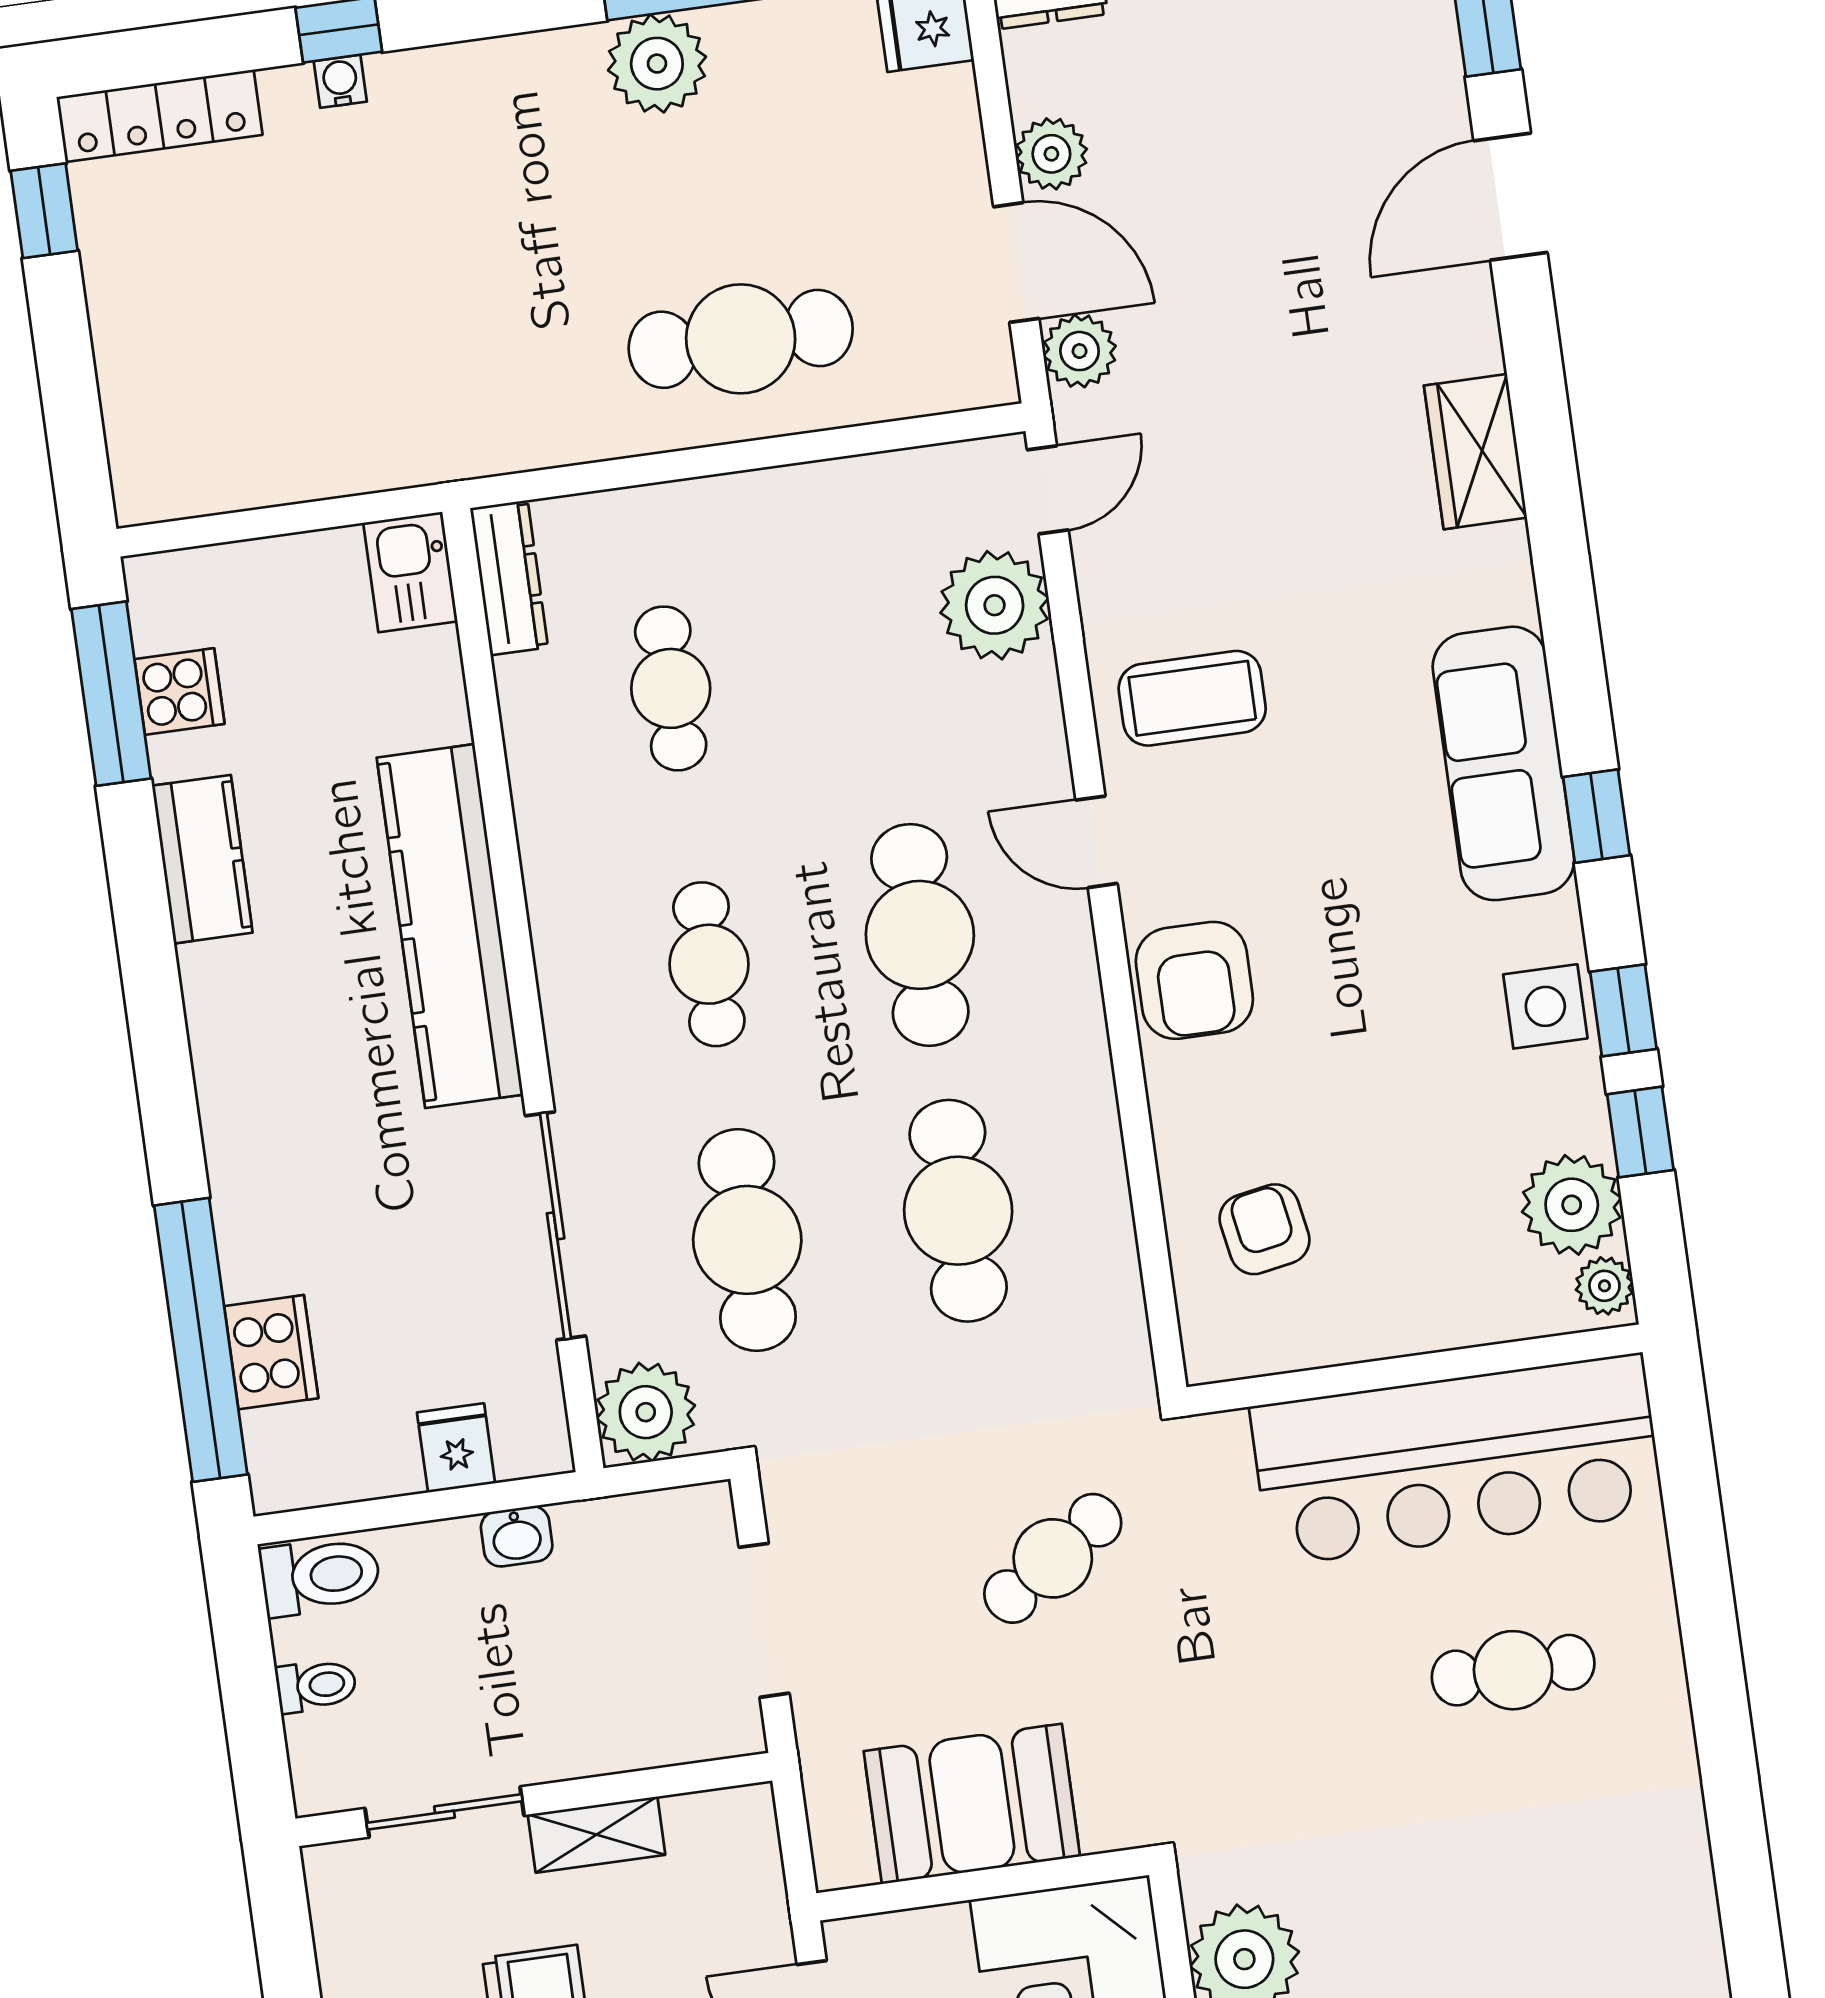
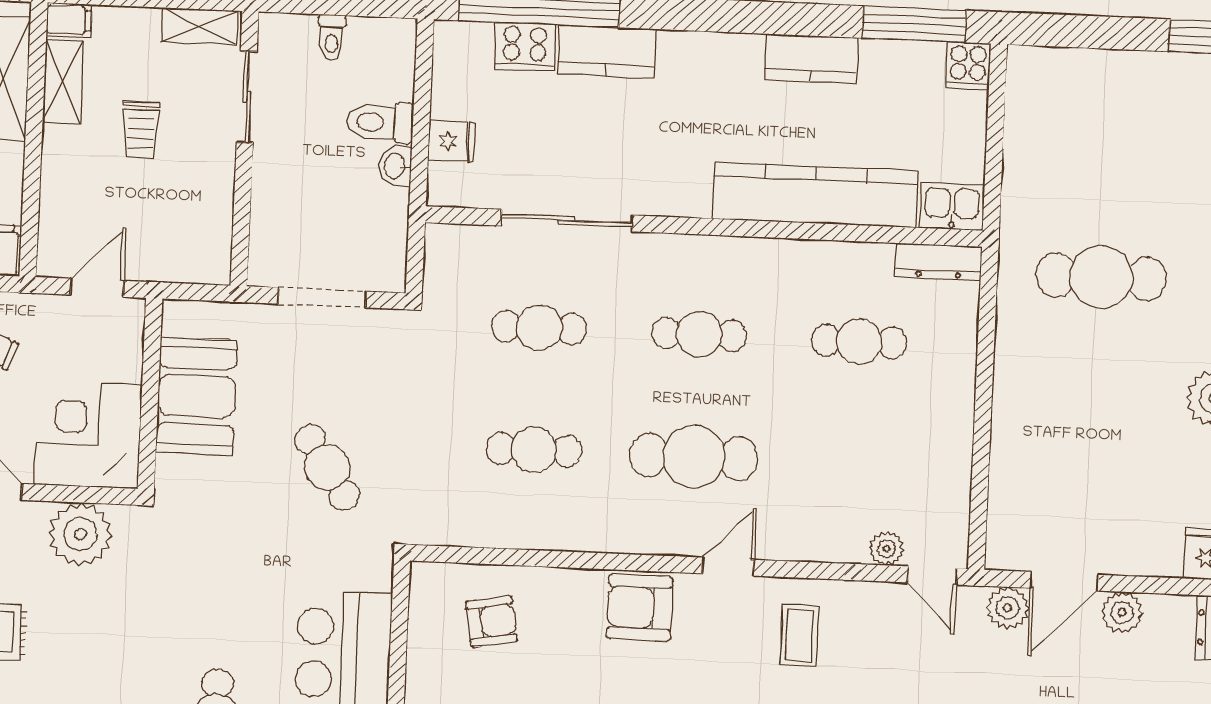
cafe table: (741, 339) -> (1101, 277), moved, turned 90
plant: (995, 605) -> (887, 549), width x0.53, depth x0.53
cooker: (179, 691) -> (968, 66), moved
coffee table: (1192, 698) -> (799, 636), width x0.73, depth x0.77
kitchen counter: (450, 926) -> (816, 195), moved
kitchen counter: (254, 1211) -> (607, 51), added
cafe table: (958, 1211) -> (534, 450), width x0.73, depth x0.74
cafe table: (747, 1240) -> (539, 328), width x0.73, depth x0.74
plant: (646, 1412) -> (452, 252), removed
toilet: (320, 1576) -> (380, 122), moved, turned 90
shelving: (596, 1835) -> (199, 26), moved, turned 90

